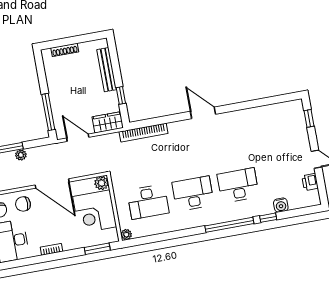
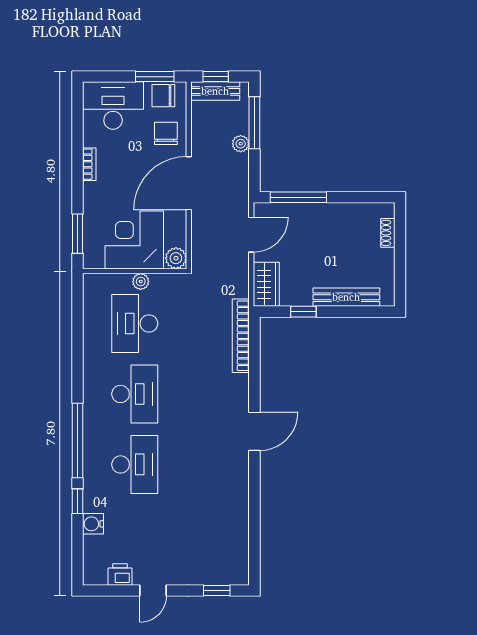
shoe rack: (65, 50) -> (388, 233), width x0.70
plant: (126, 235) -> (141, 282), moved

